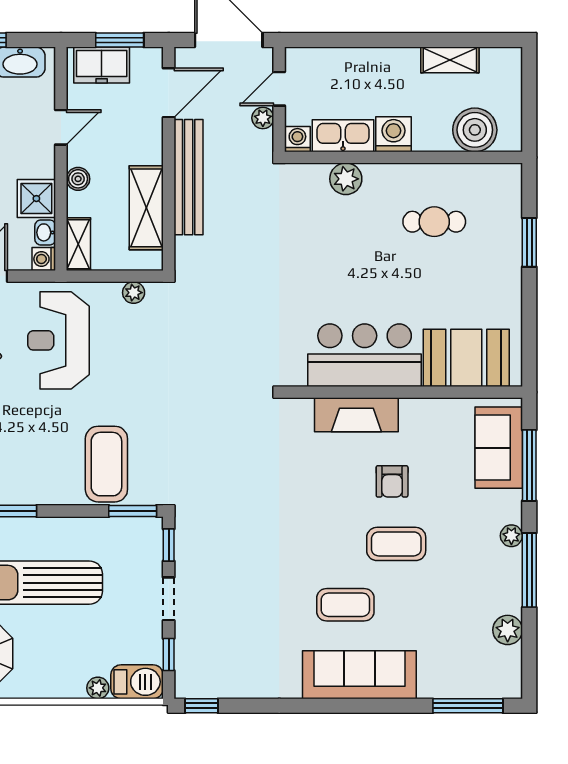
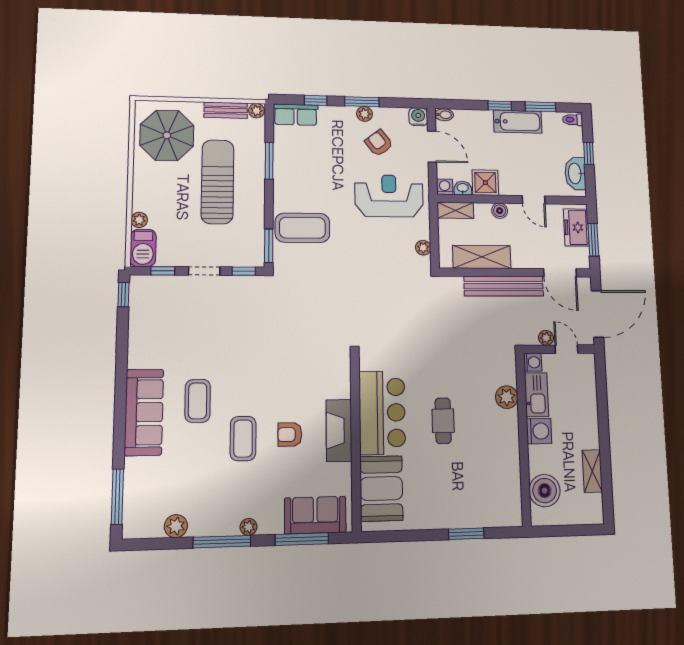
cafe table: (434, 222) -> (443, 421), moved
fireplace: (356, 415) -> (339, 430), moved

